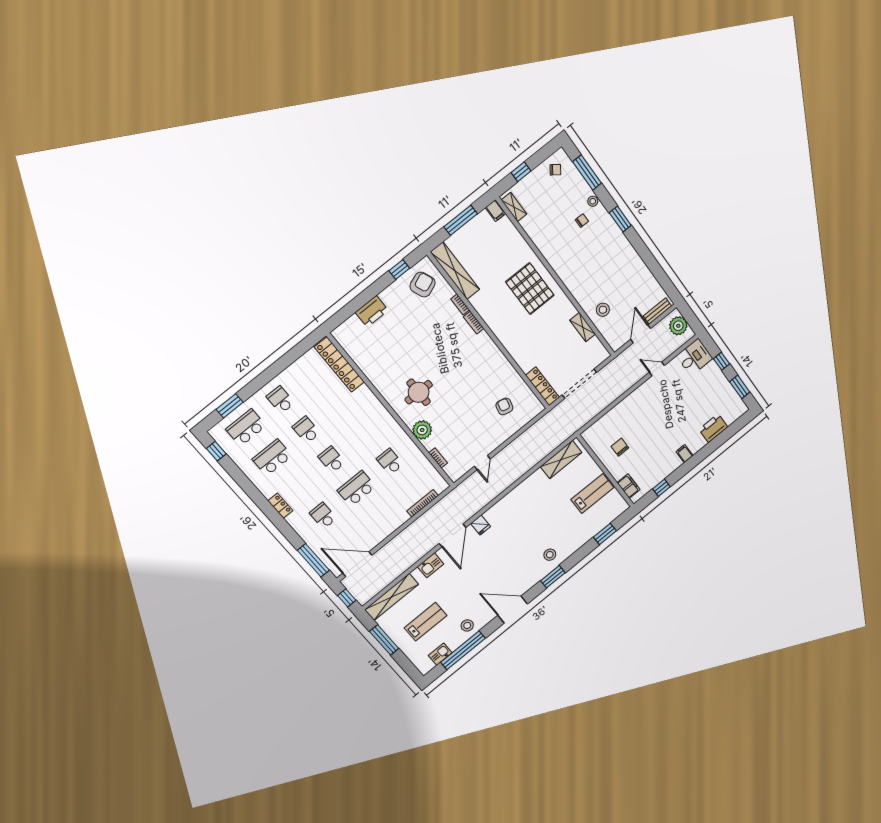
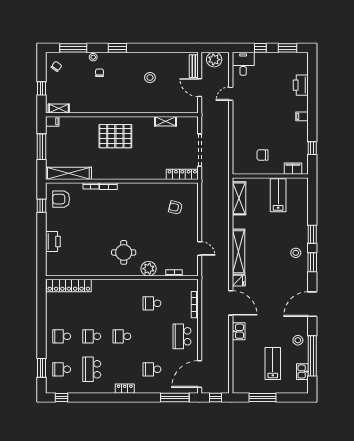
armchair: (423, 285) -> (61, 199), turned -68
stool: (603, 310) -> (150, 78), moved
school desk: (246, 427) -> (62, 369), width x0.54
school desk: (356, 489) -> (182, 336), moved
window: (605, 534) -> (312, 234), moved
shelving: (392, 597) -> (239, 252), moved

